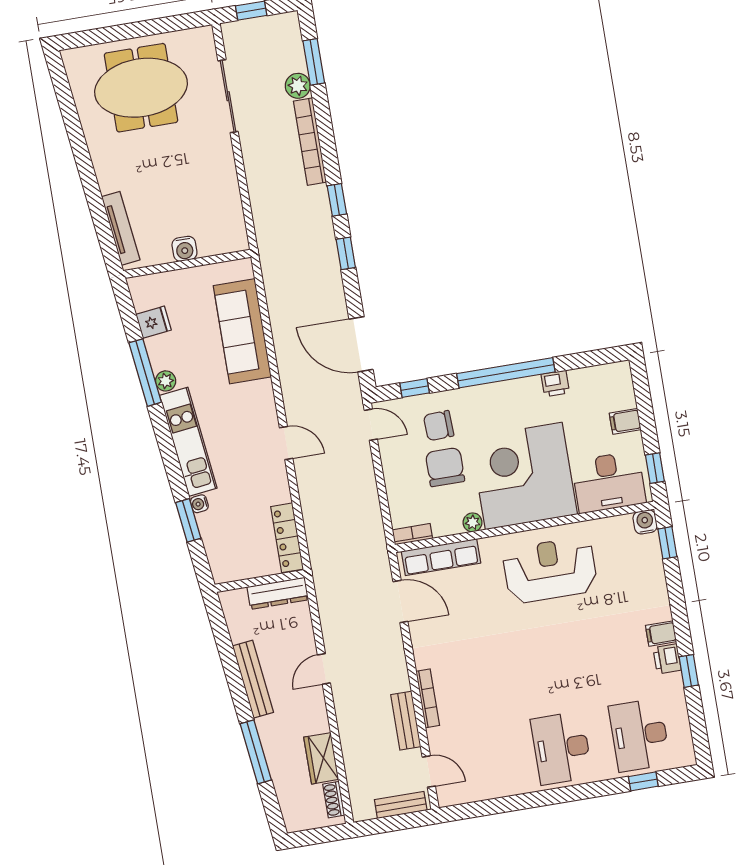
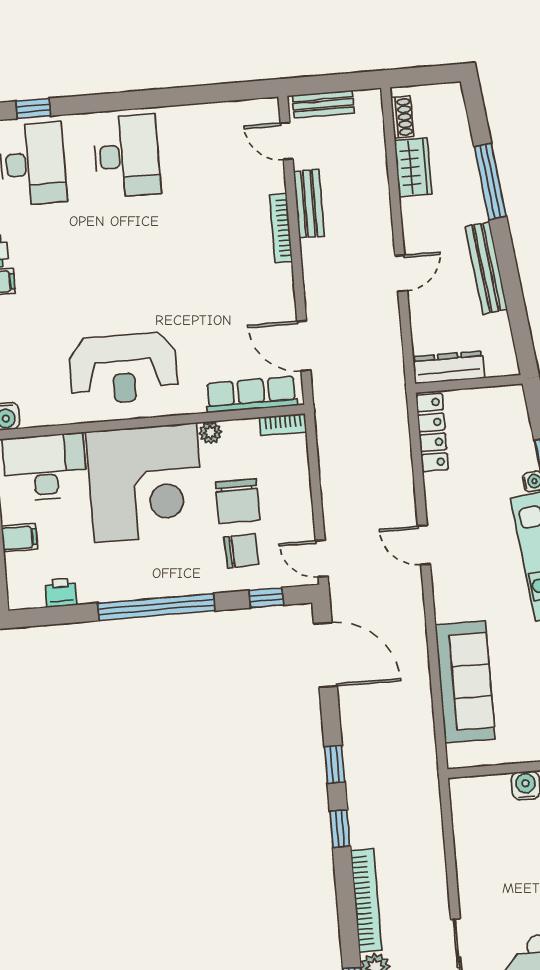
printer: (555, 383) -> (61, 593), moved

